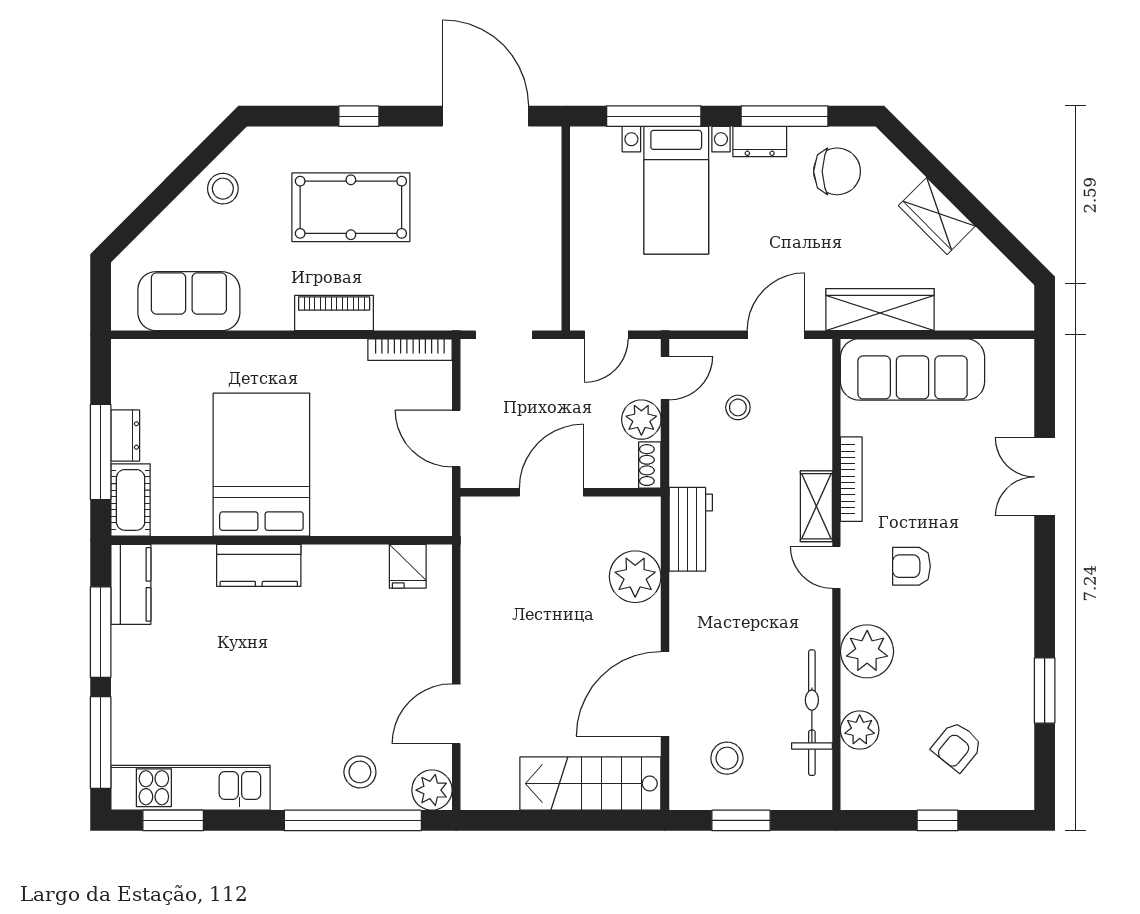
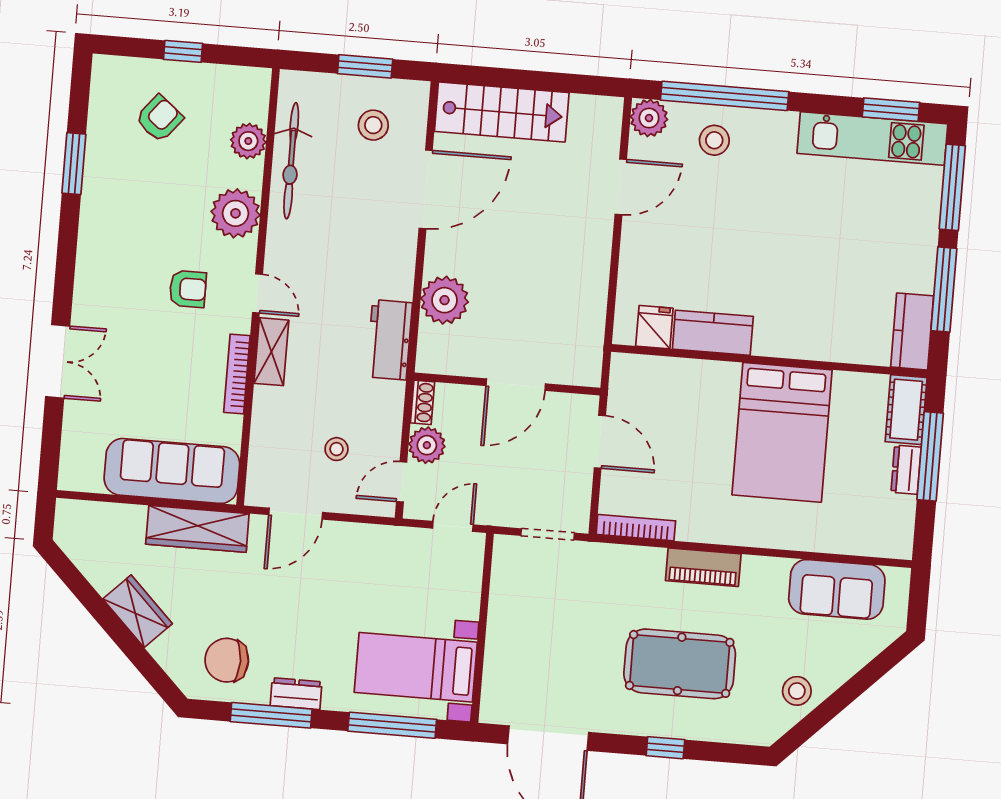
bed with nightstands: (676, 190) -> (416, 667), moved, turned -90
kitchen counter: (259, 565) -> (713, 333), moved

